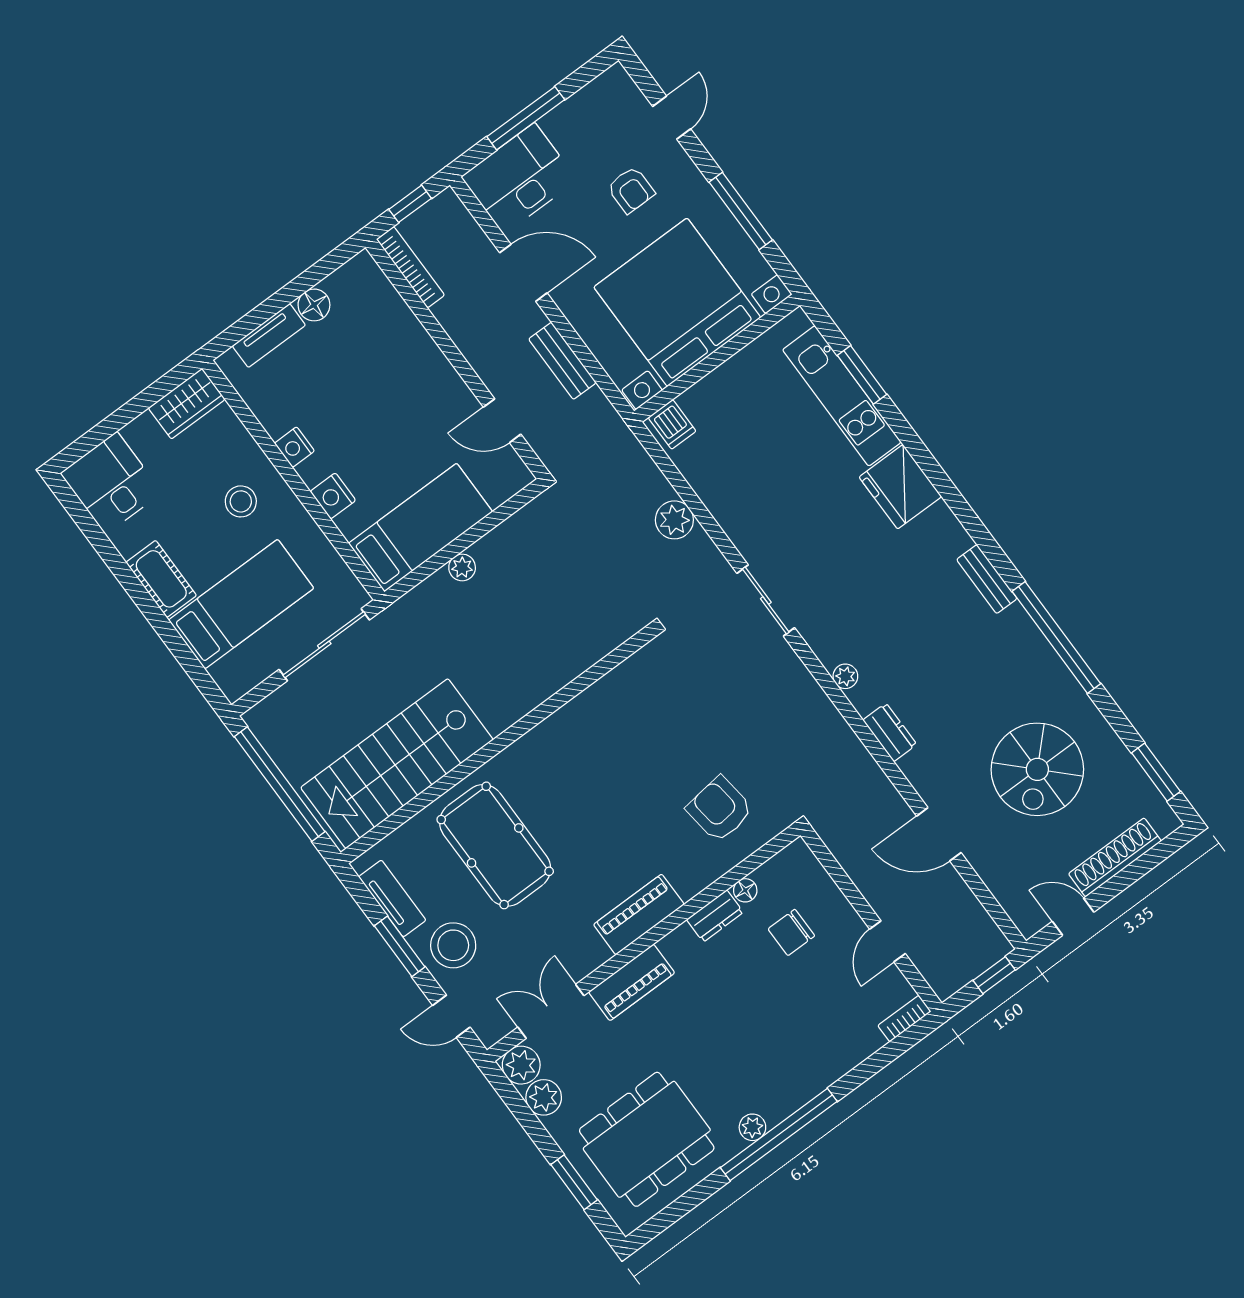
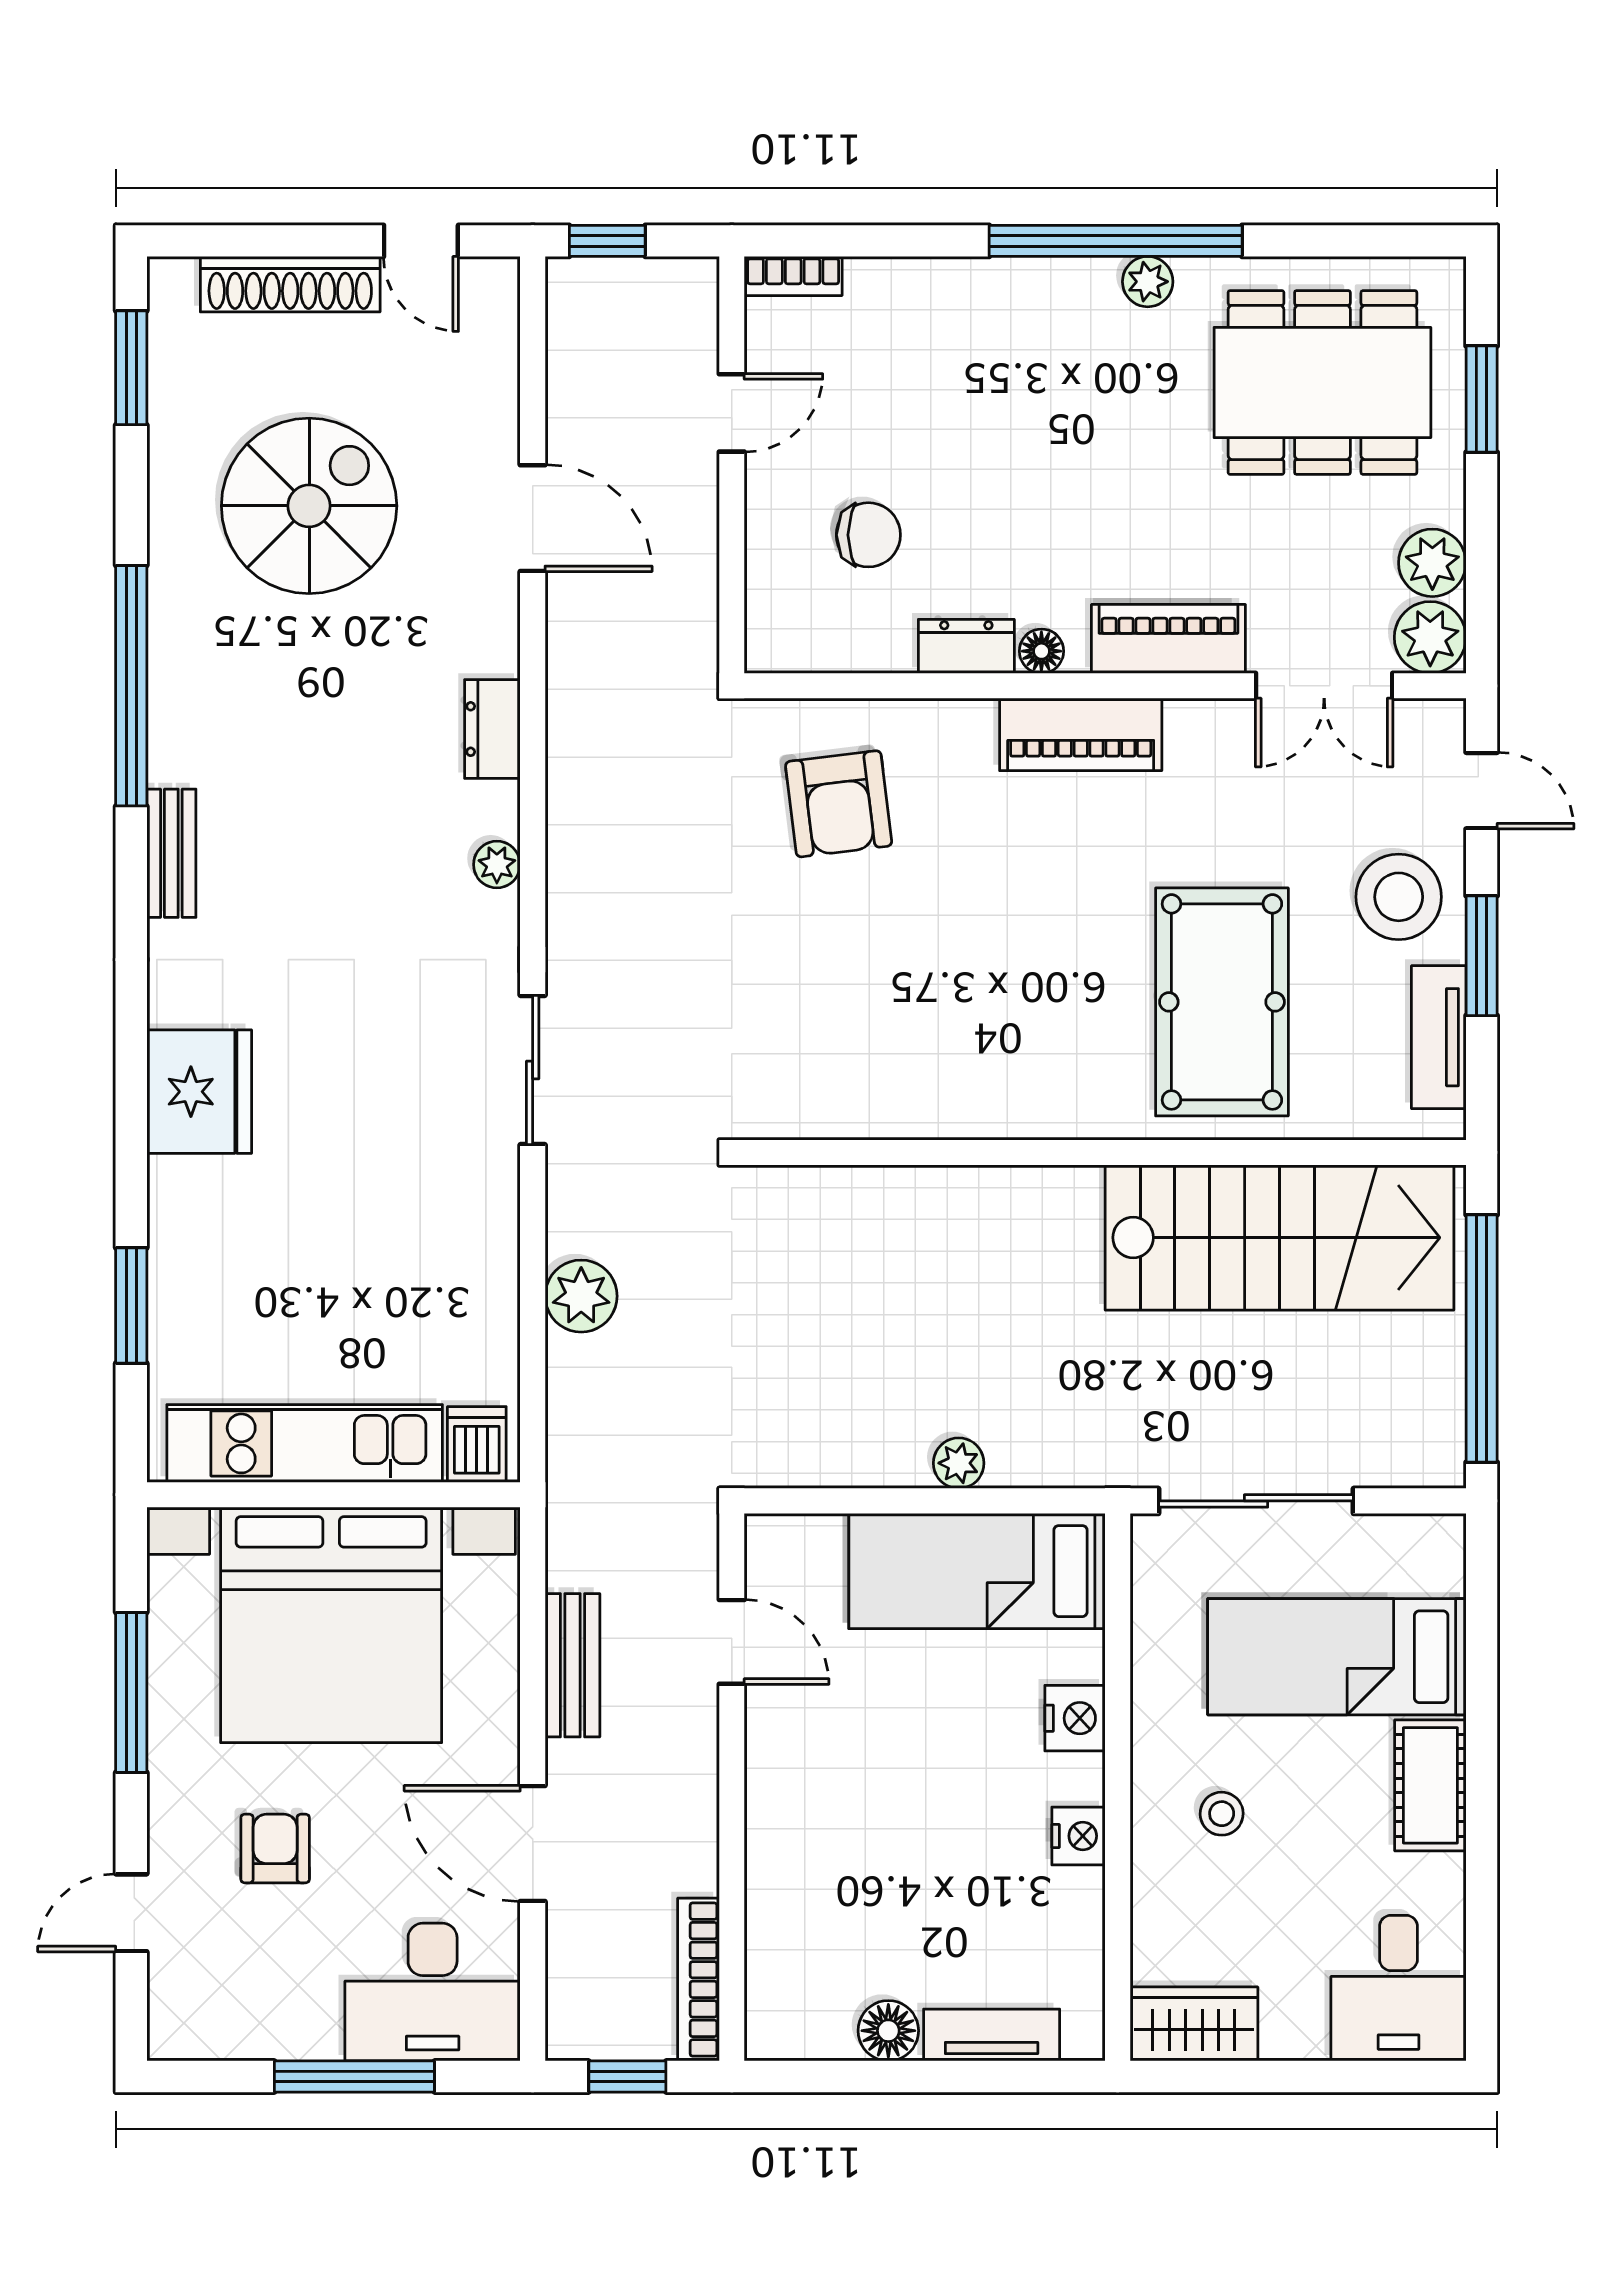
kitchen unit: (842, 396) -> (305, 1443), moved, turned -90
stool: (241, 501) -> (1222, 1814), width x0.73, depth x0.73
floor lamp: (745, 890) -> (1041, 651), moved

